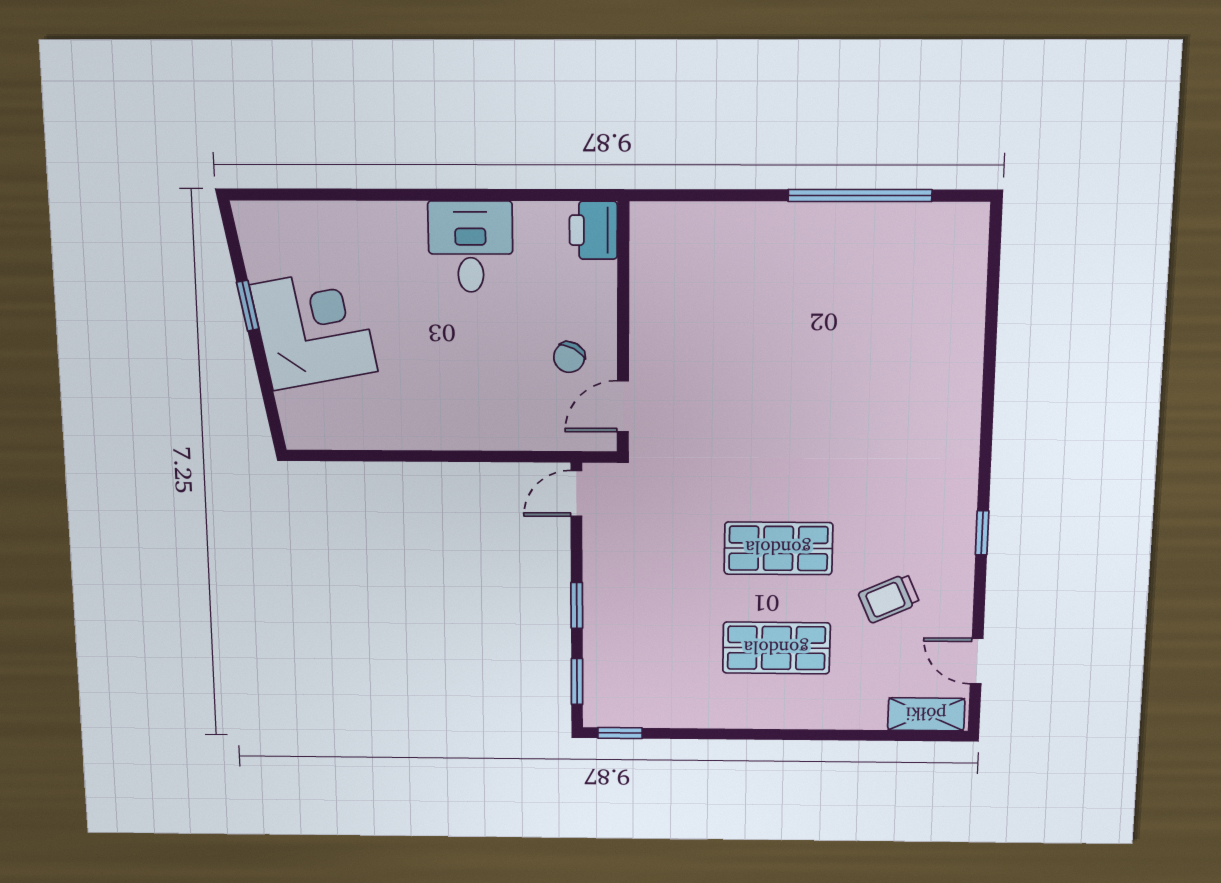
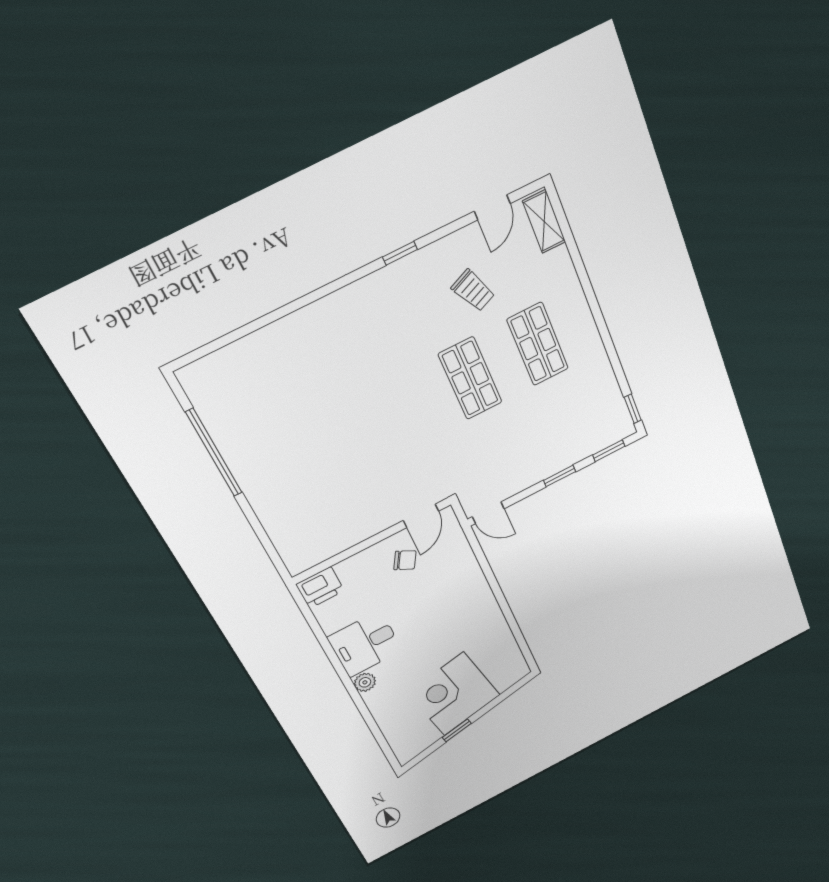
plant: (408, 218) -> (365, 682), added
door: (623, 406) -> (421, 516), hinge flipped

